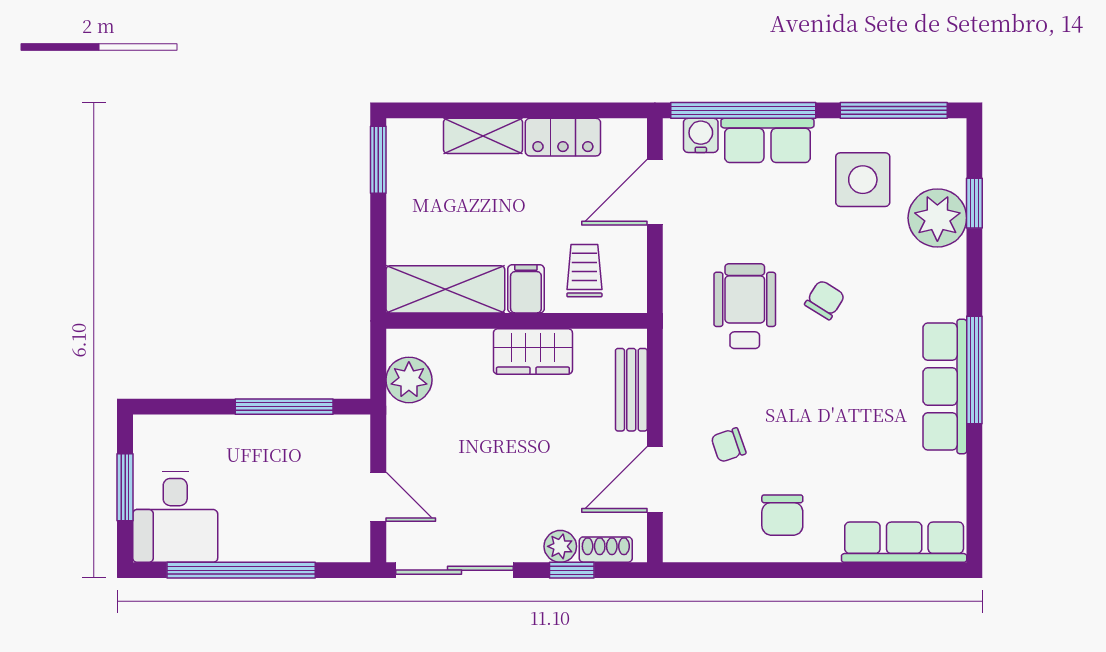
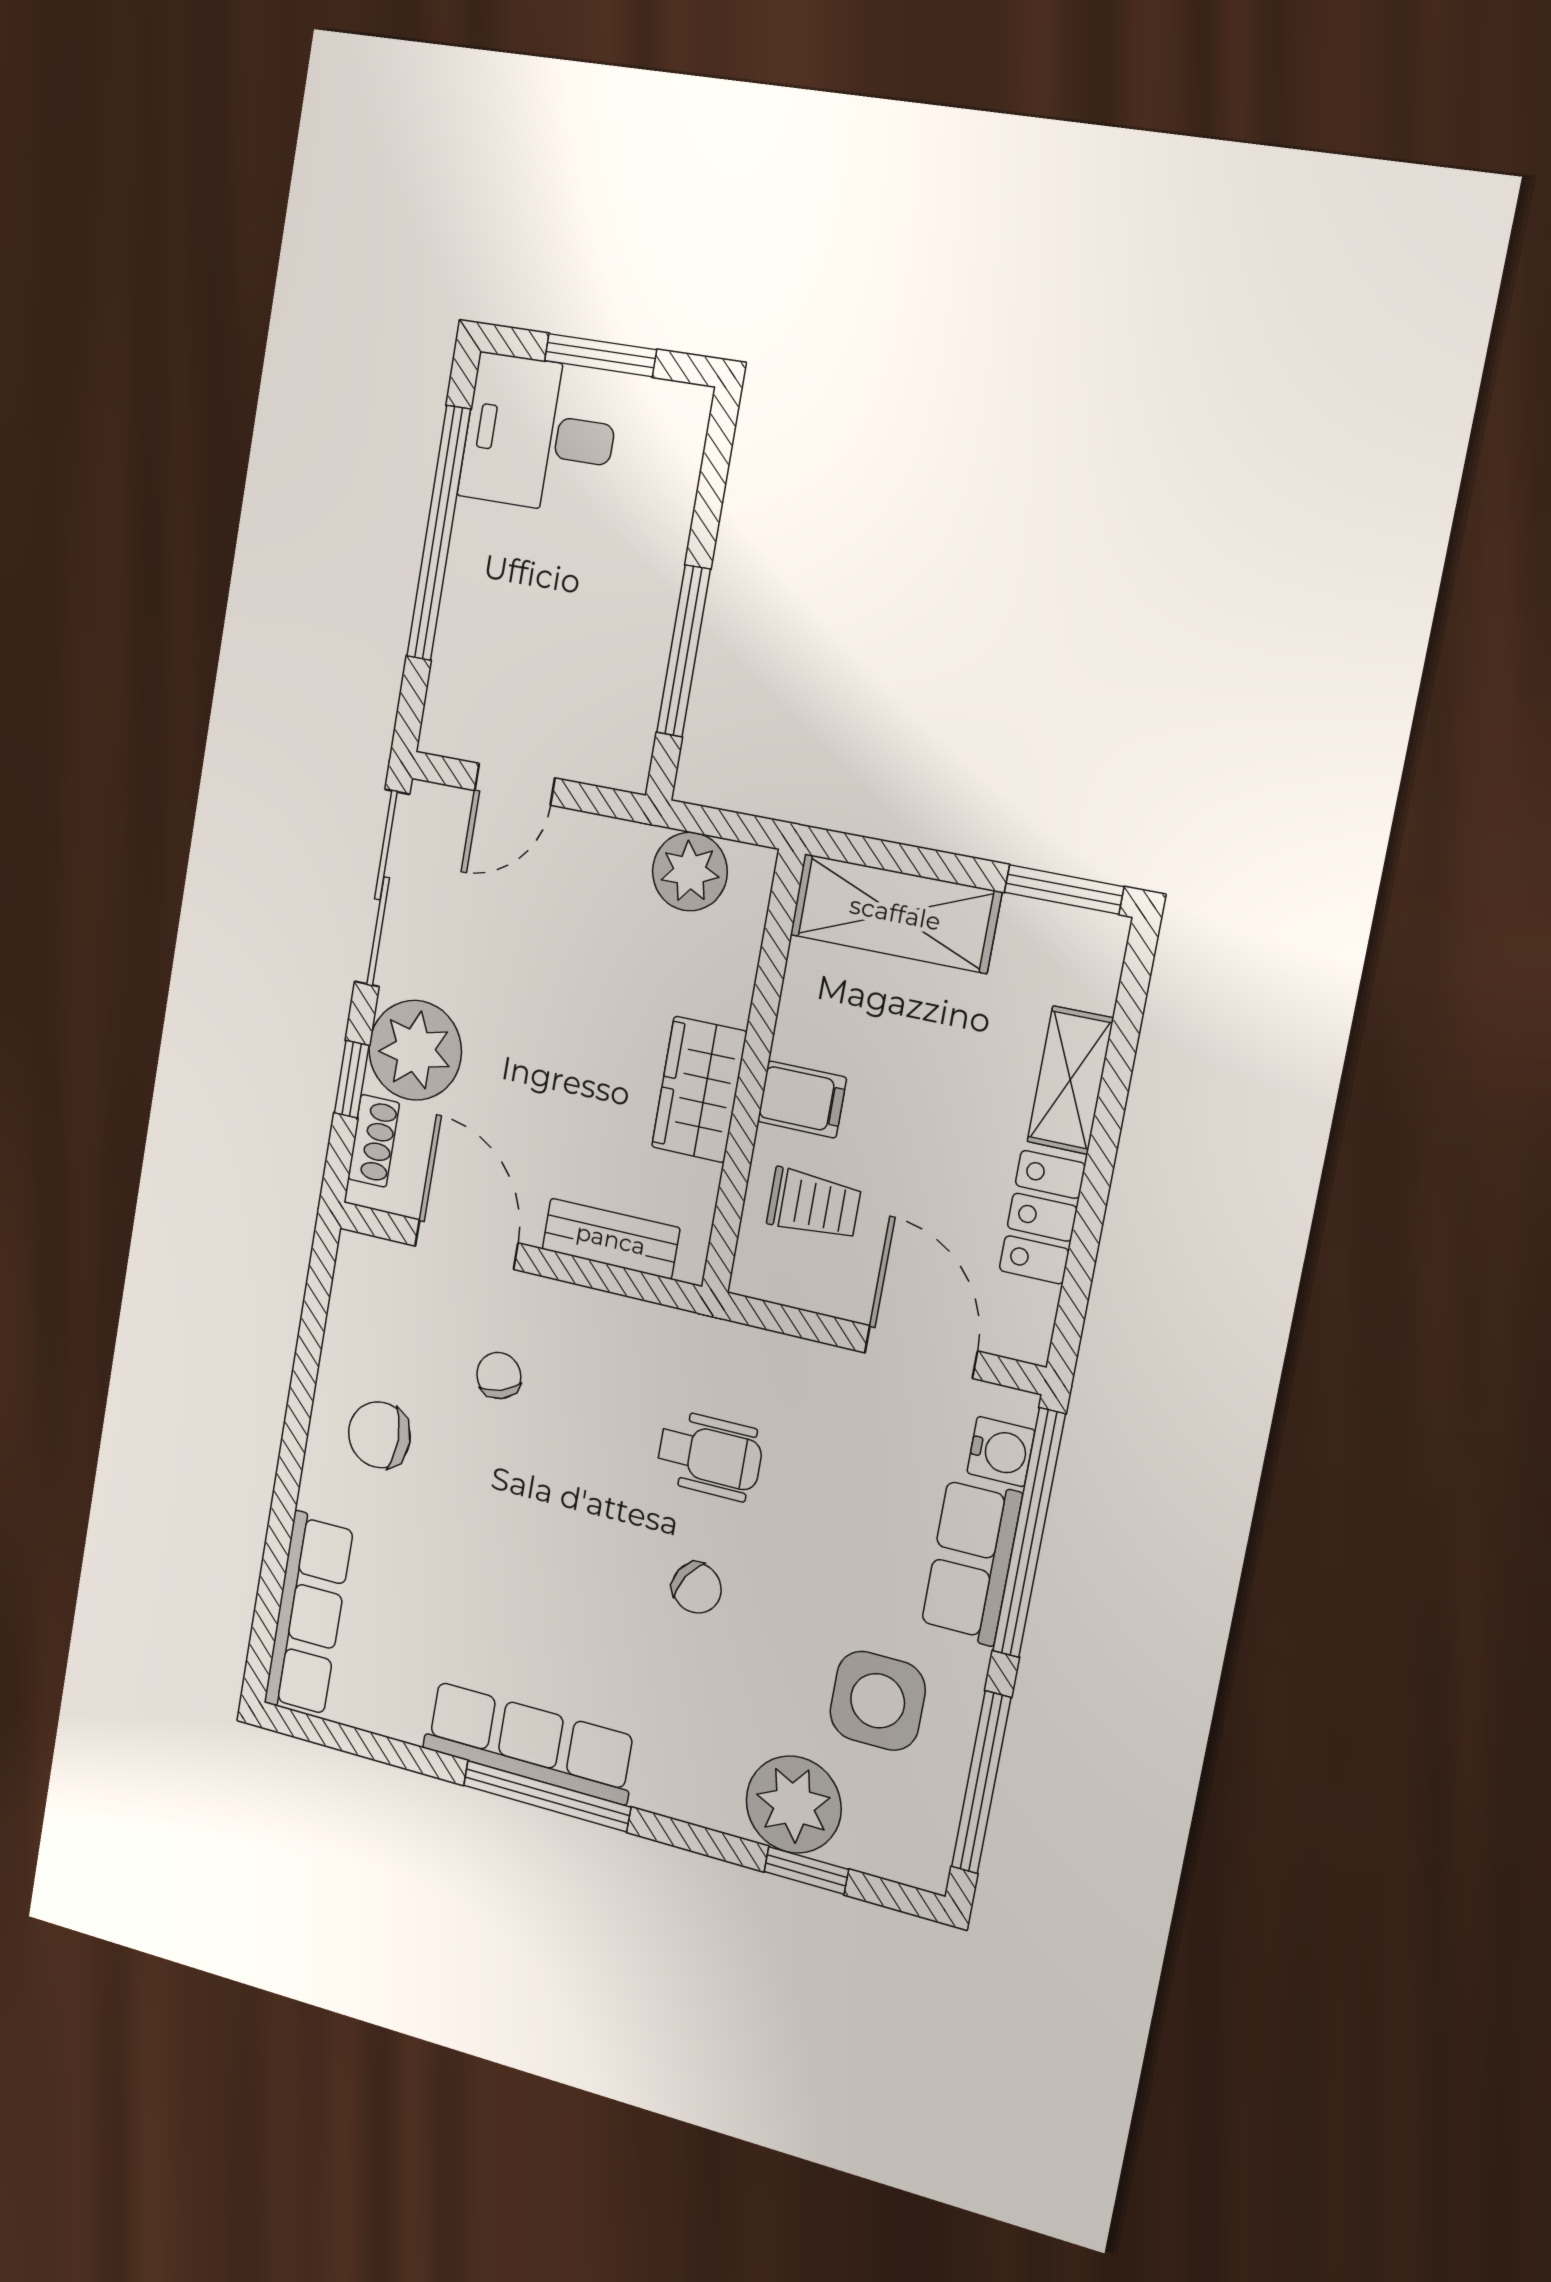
shelving: (445, 289) -> (895, 913), moved, turned 90
wheelchair: (745, 306) -> (710, 1456), width x0.73, depth x0.73
plant: (560, 546) -> (415, 1050), width x1.87, depth x1.87

